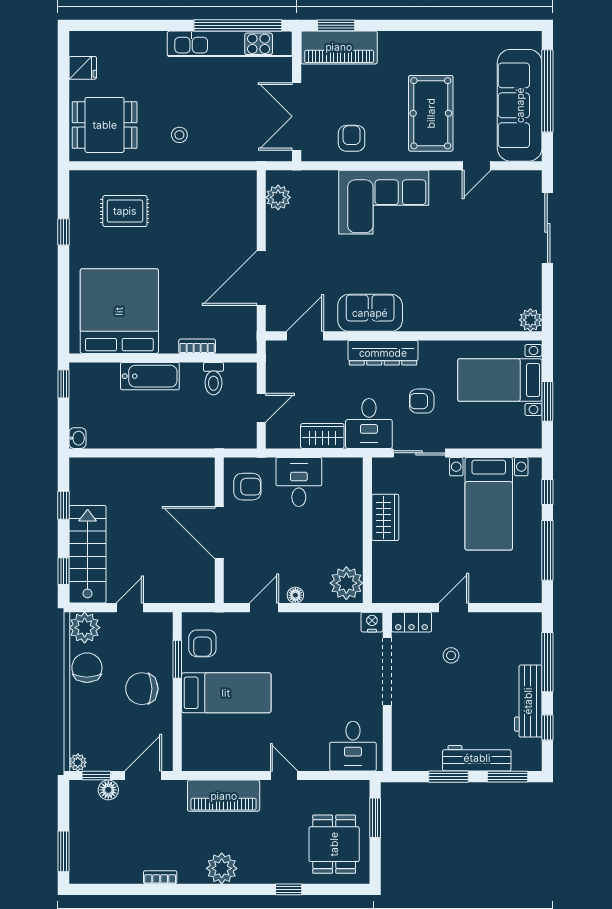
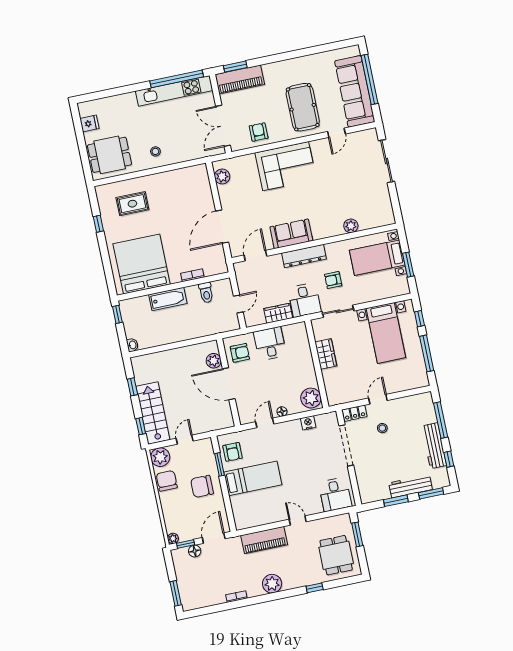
plant: (530, 320) -> (351, 226), moved
plant: (203, 491) -> (214, 361), added
nightstand: (372, 622) -> (308, 423), moved

